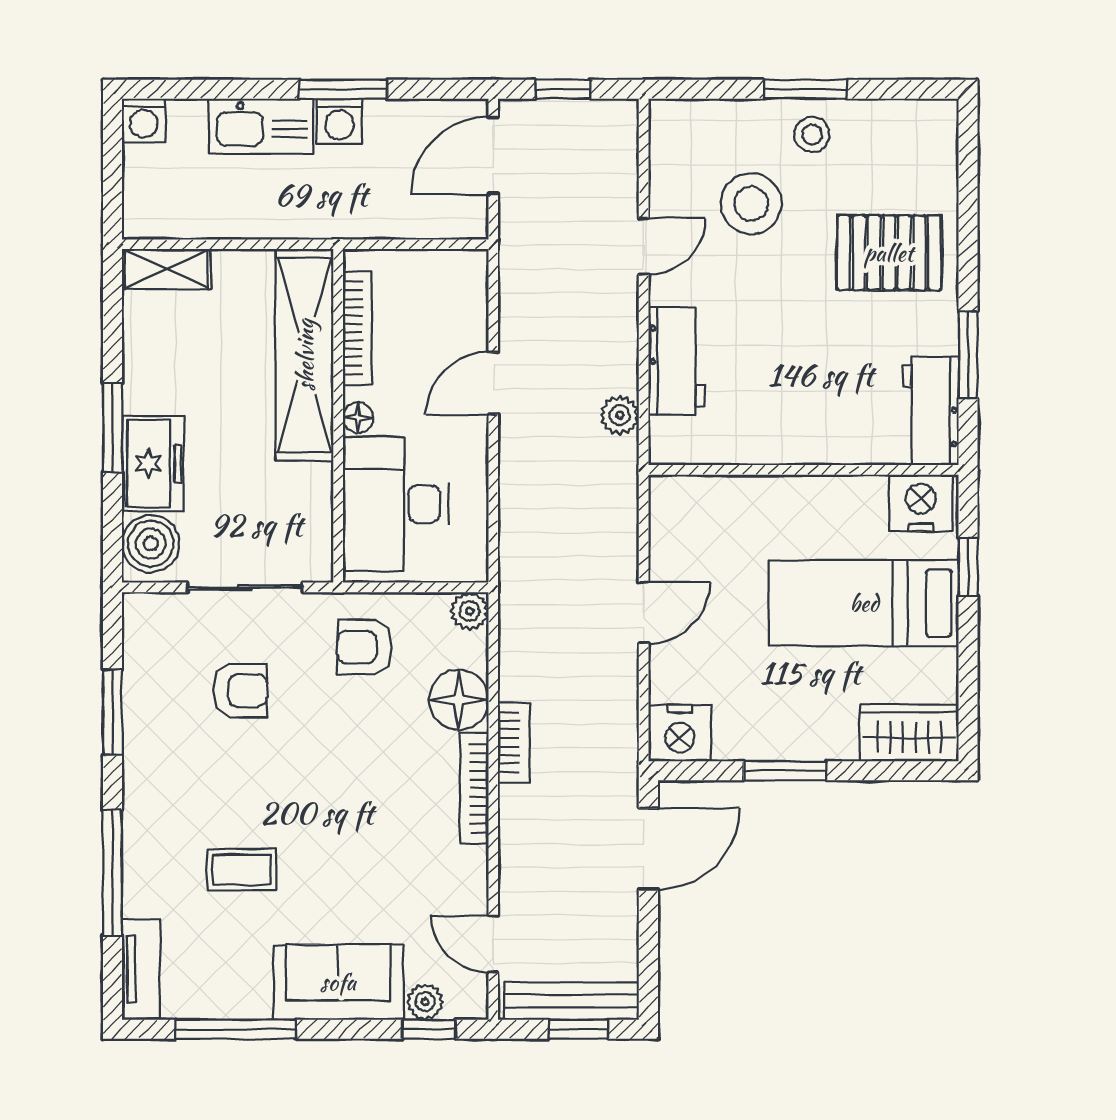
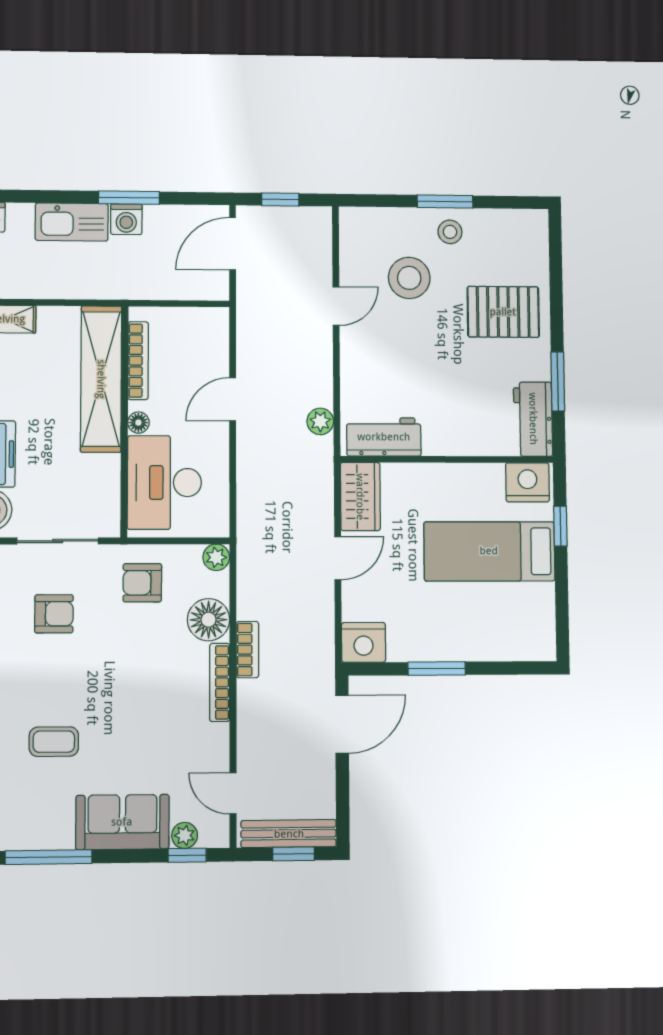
workbench: (676, 361) -> (384, 437), moved, turned -90
wardrobe: (909, 733) -> (360, 497), moved, turned 90

